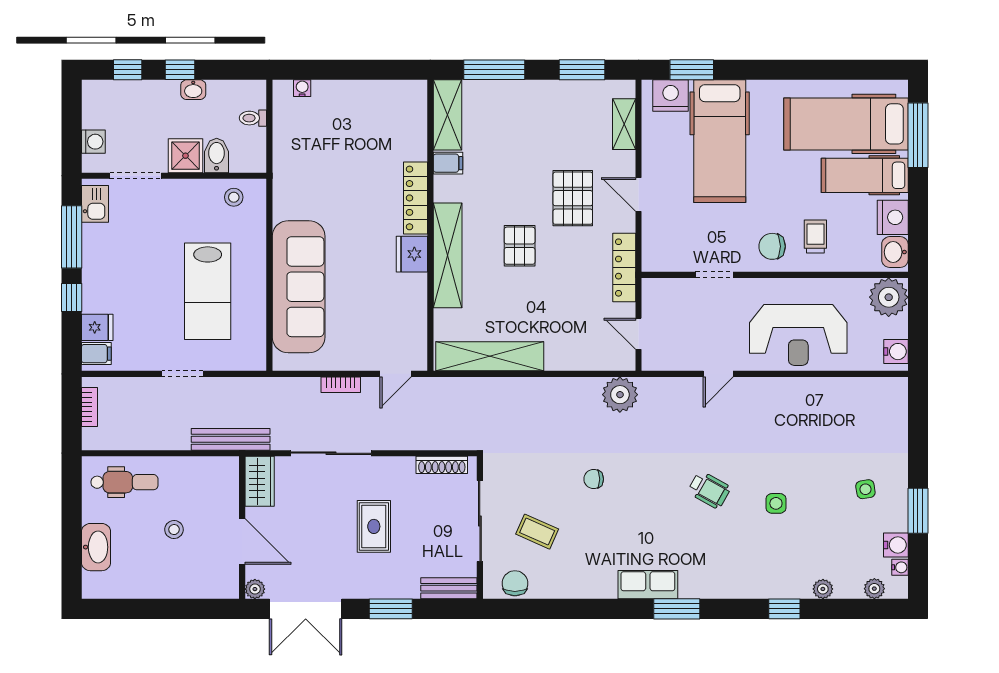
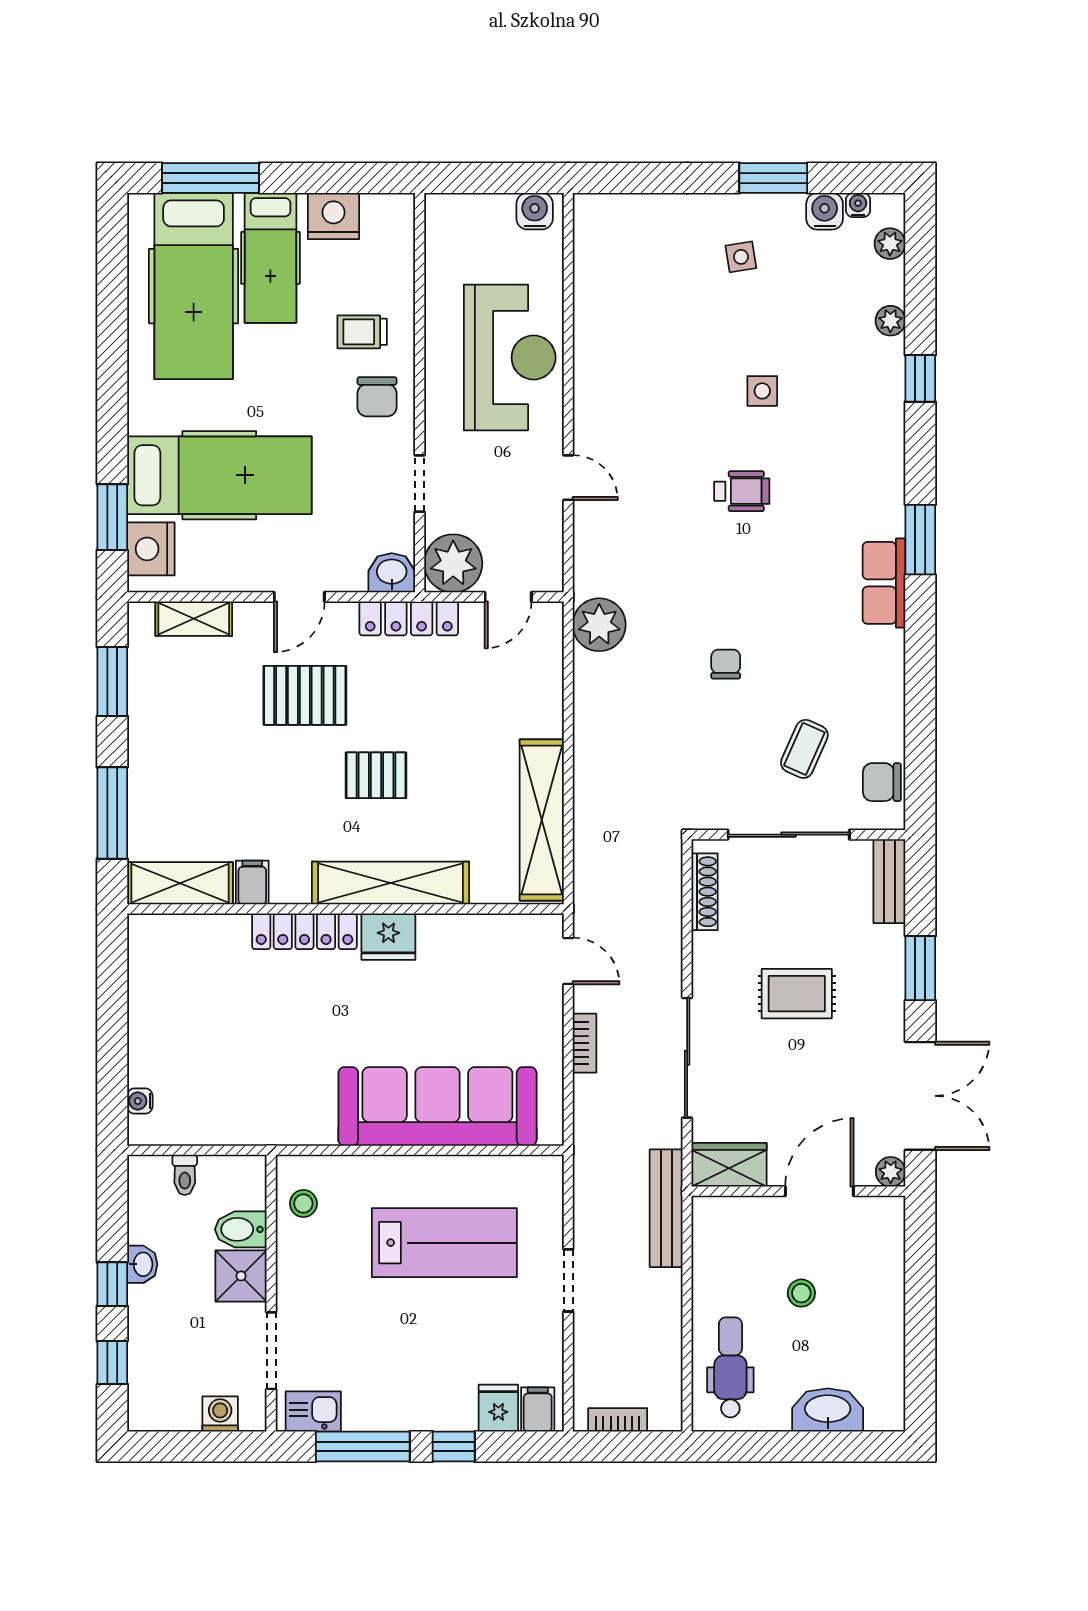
washbasin: (895, 252) -> (392, 573), moved, turned 180
plant: (889, 297) -> (453, 563), moved
chair: (594, 479) -> (726, 664), turned 180
wheelchair: (709, 490) -> (742, 491), turned 61

